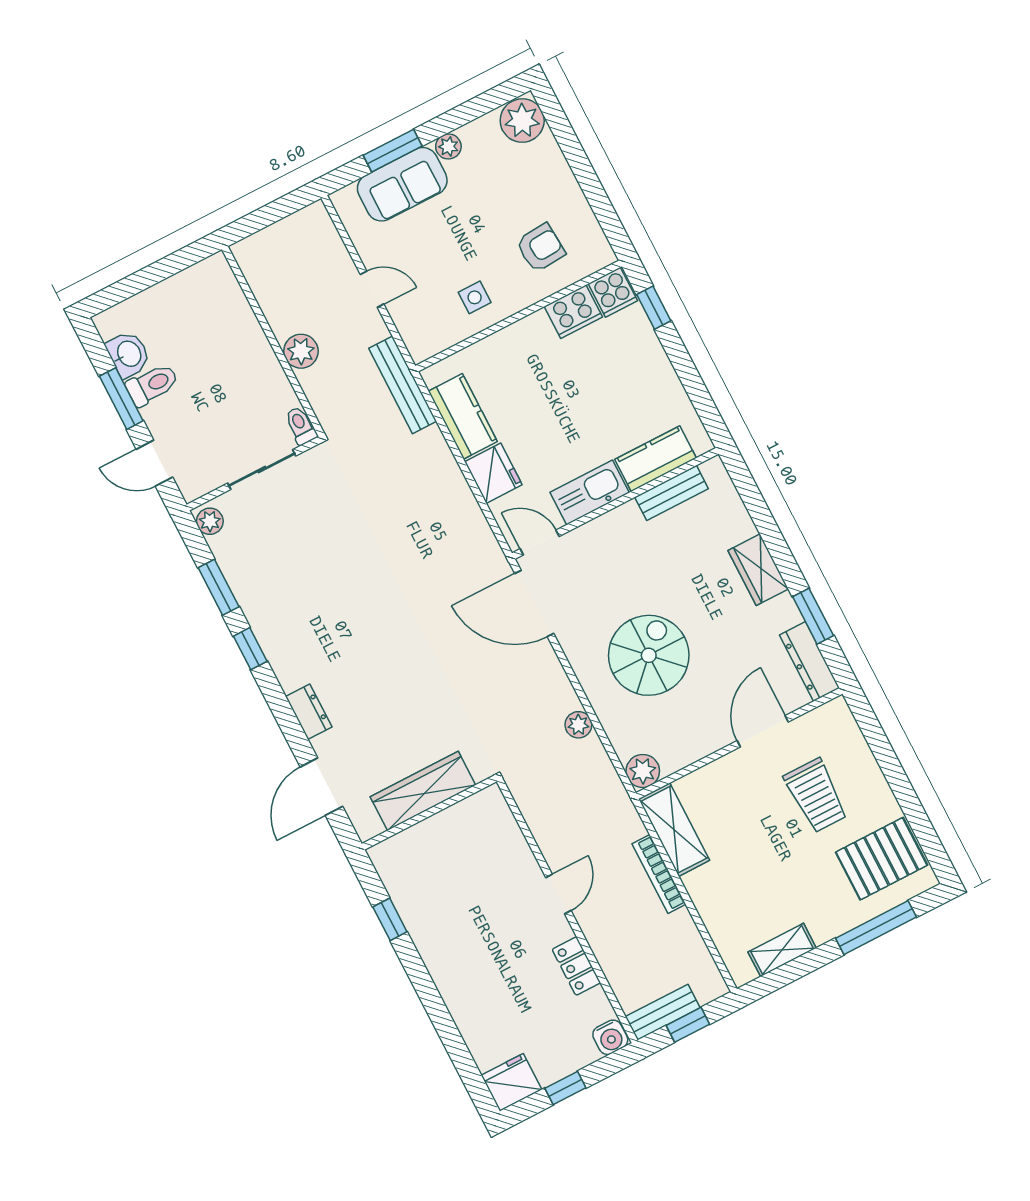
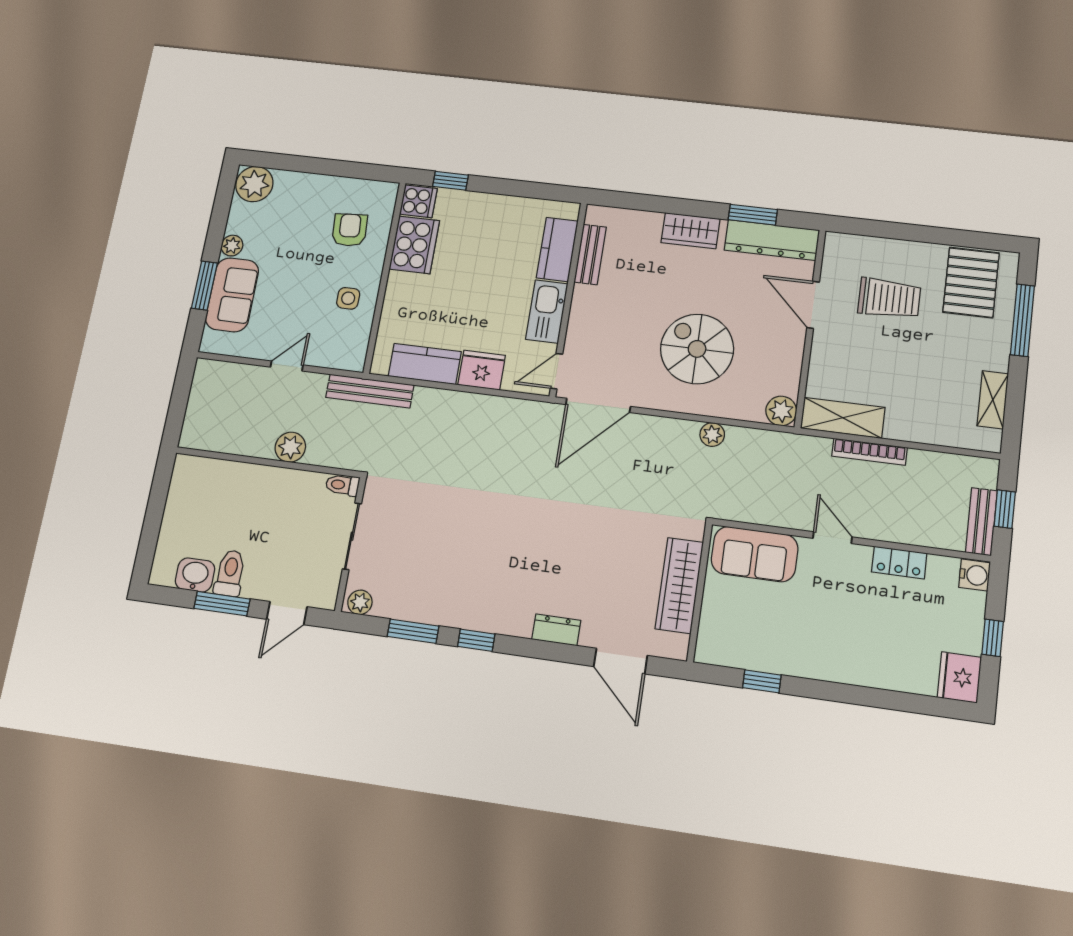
cooker: (573, 312) -> (414, 245), width x1.37, depth x1.31
dresser: (809, 661) -> (772, 240), width x1.37, depth x1.24
sofa: (496, 837) -> (755, 554), added

